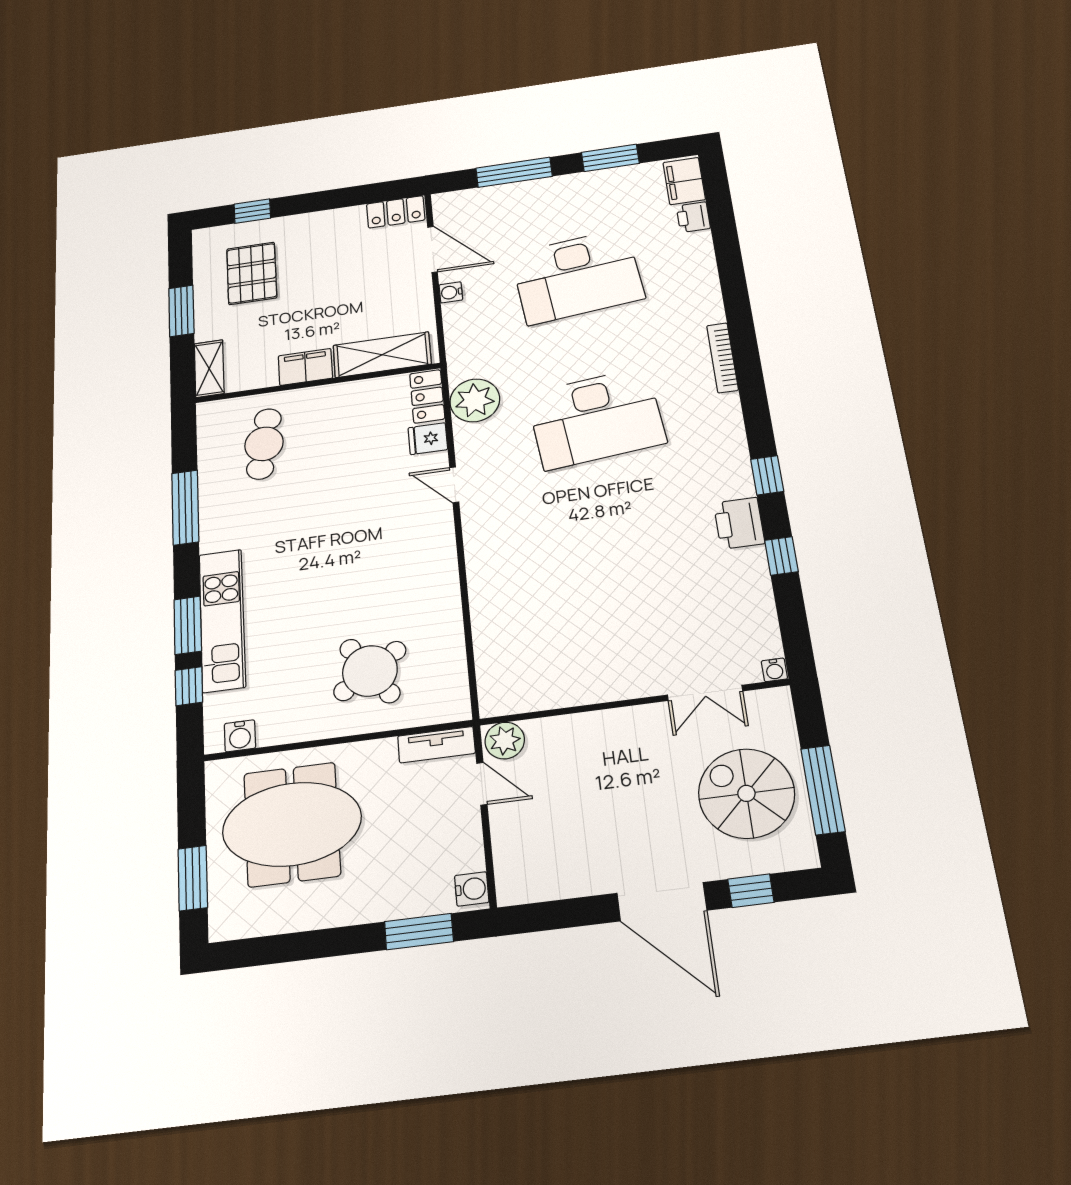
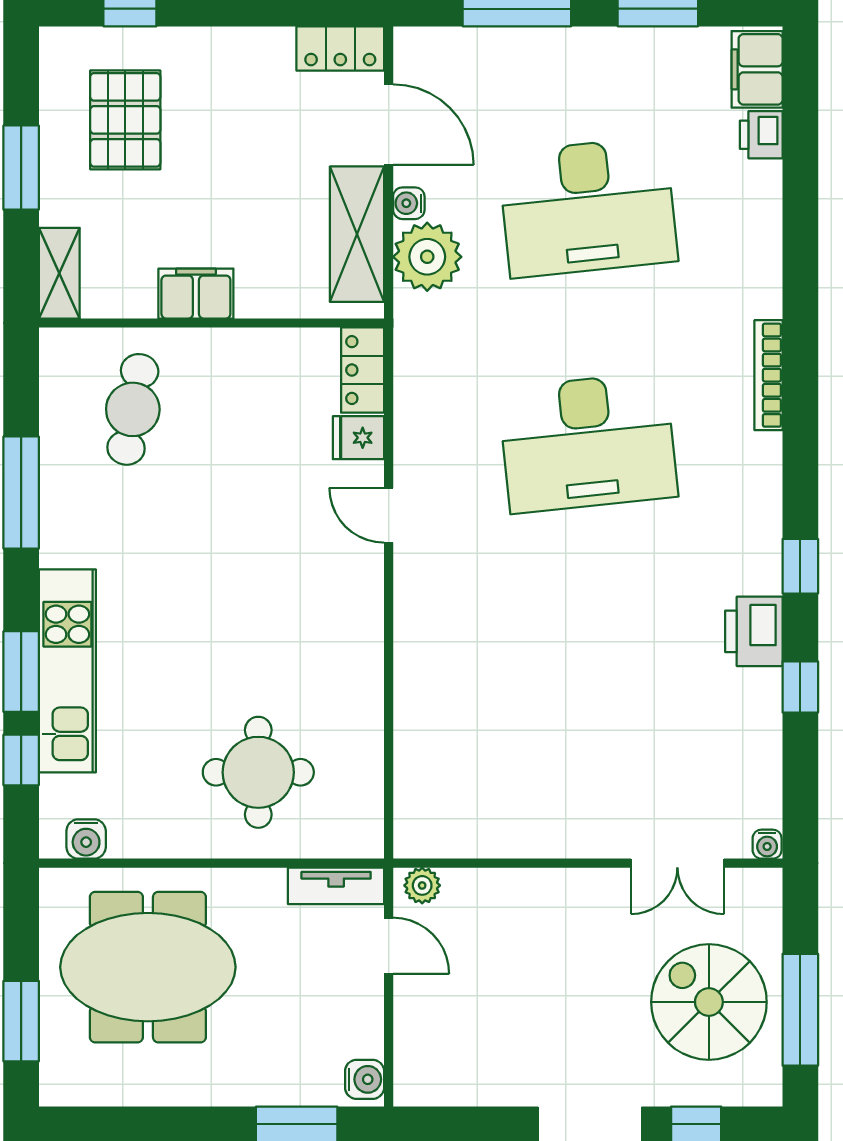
shelving: (382, 355) -> (357, 234), moved, turned 90
plant: (475, 400) -> (427, 257), moved
round table: (370, 671) -> (258, 772), turned 34
plant: (505, 741) -> (422, 885), width x0.73, depth x0.73

